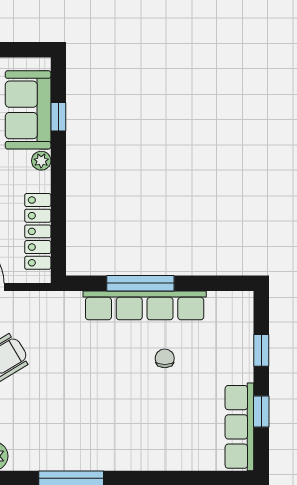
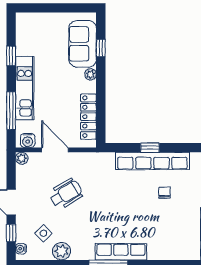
window: (140, 283) -> (150, 148), width x0.46
row of seats: (92, 457) -> (121, 252), added

